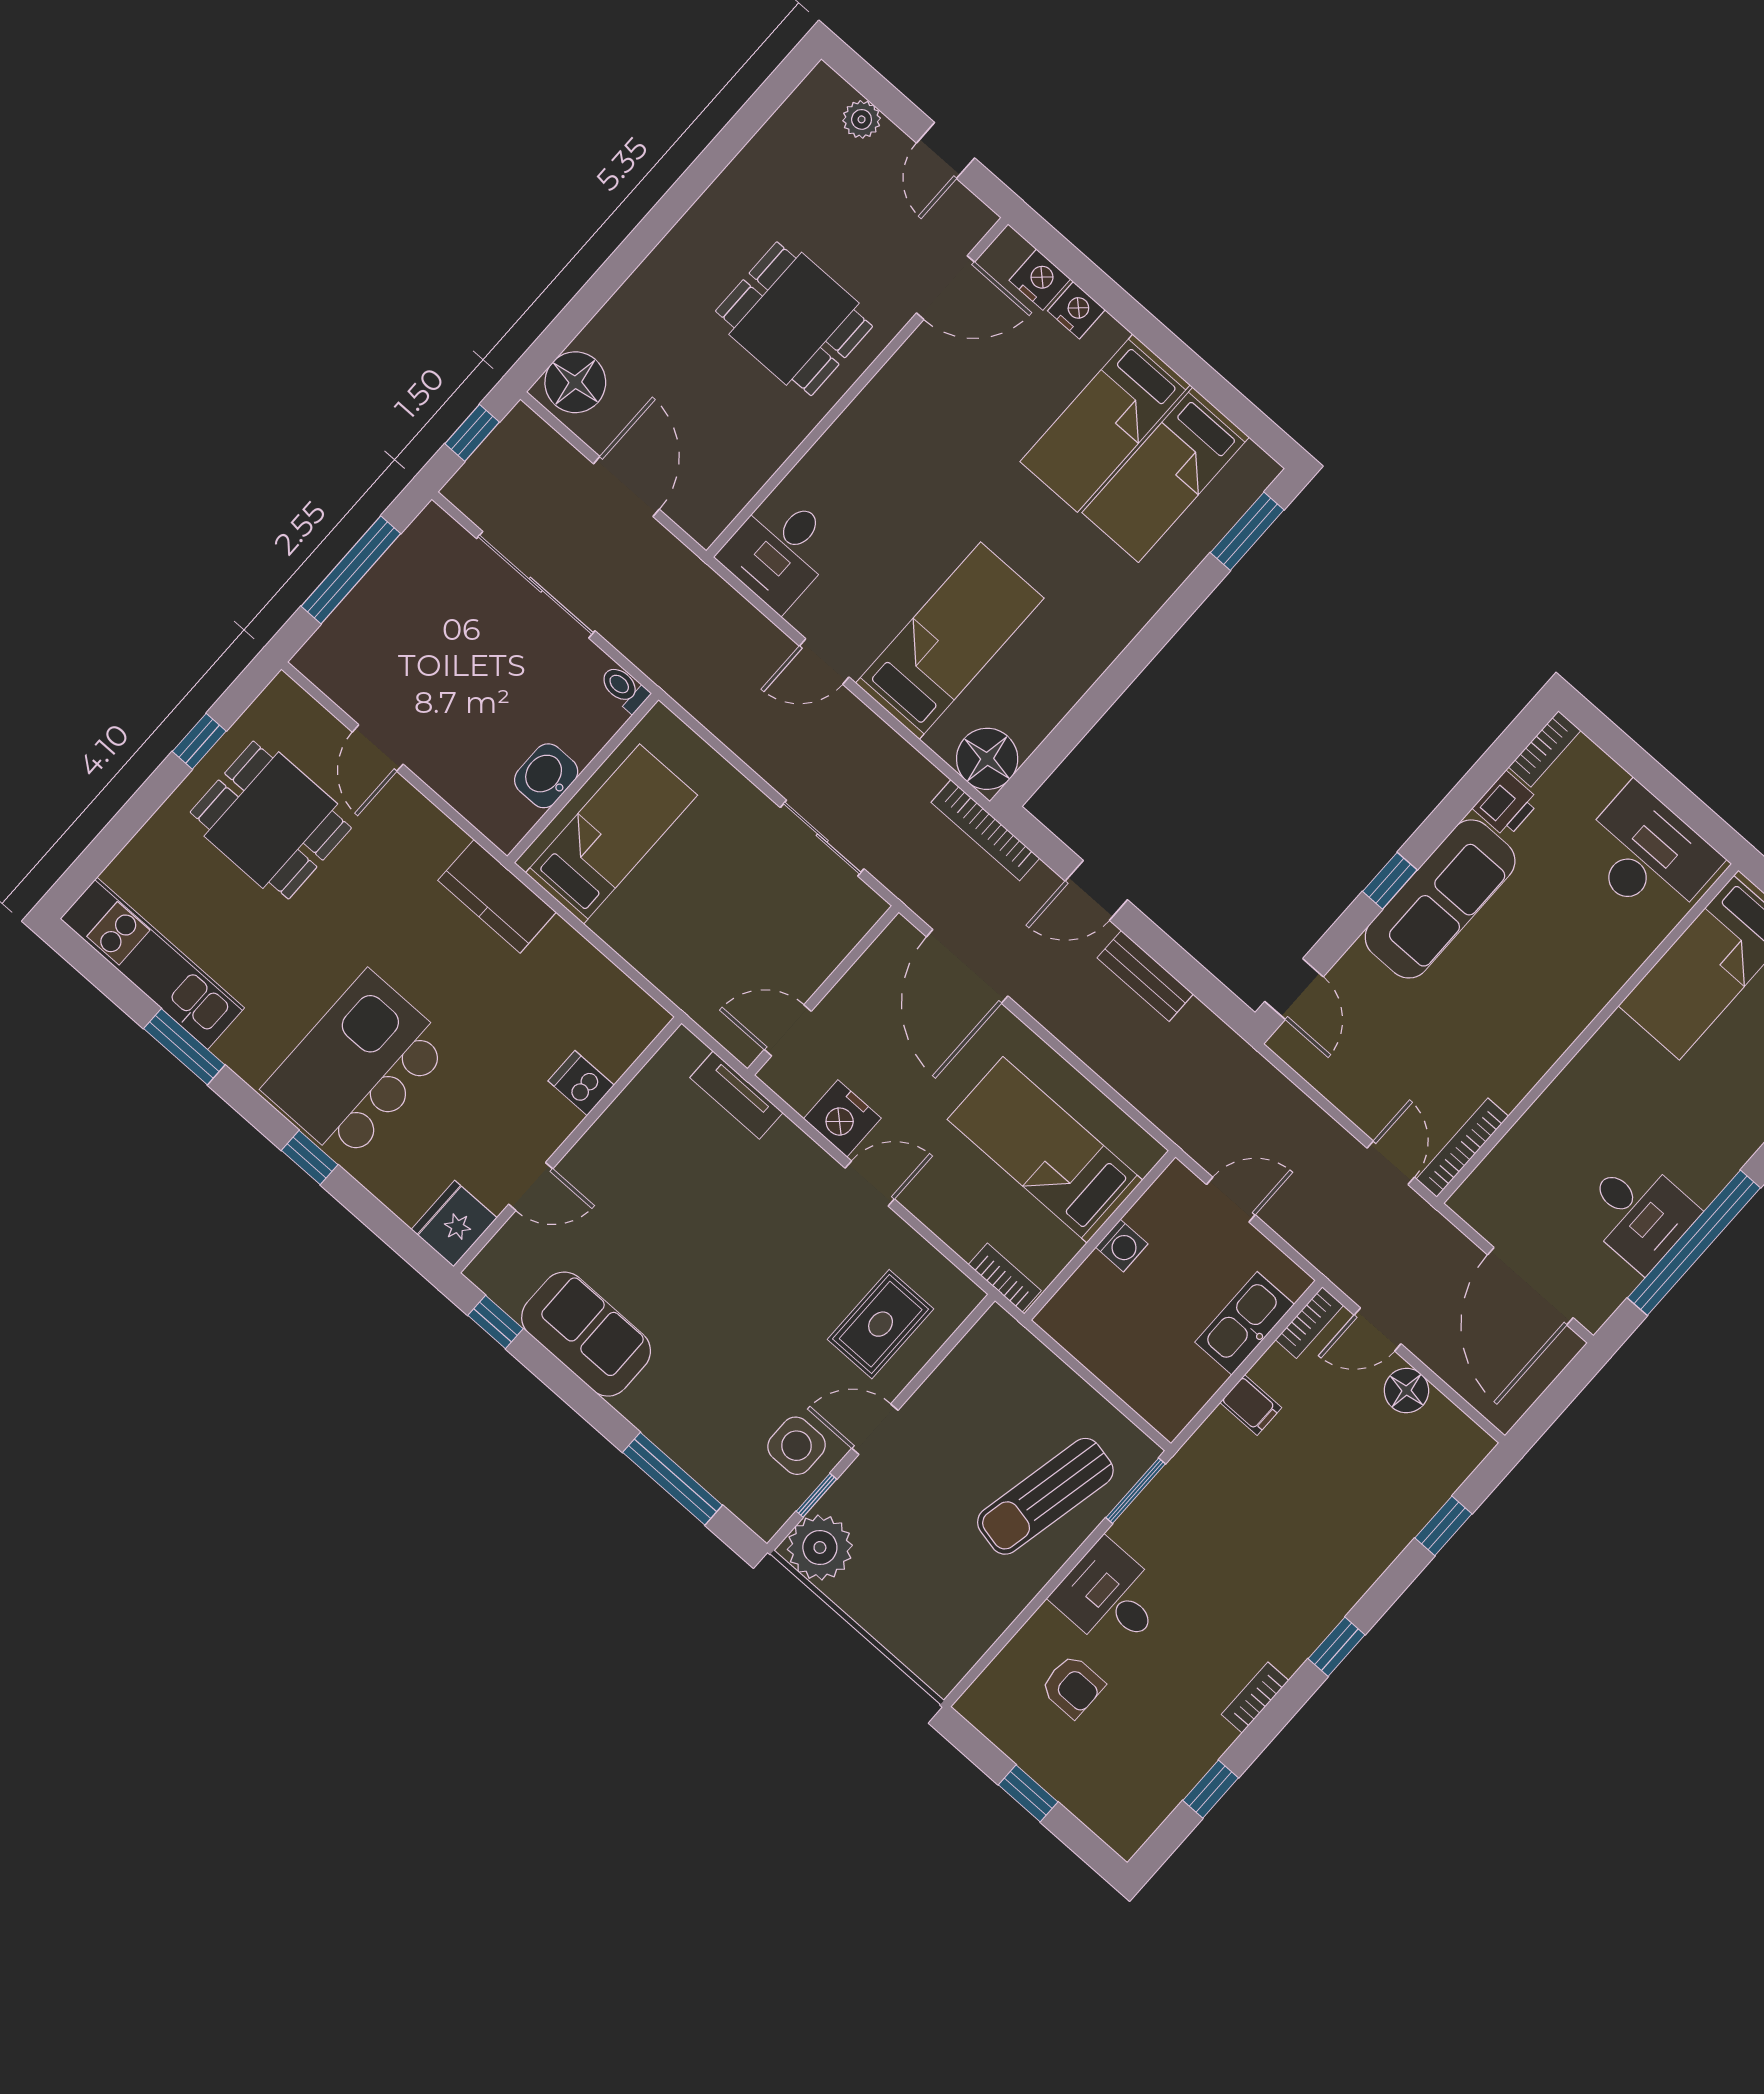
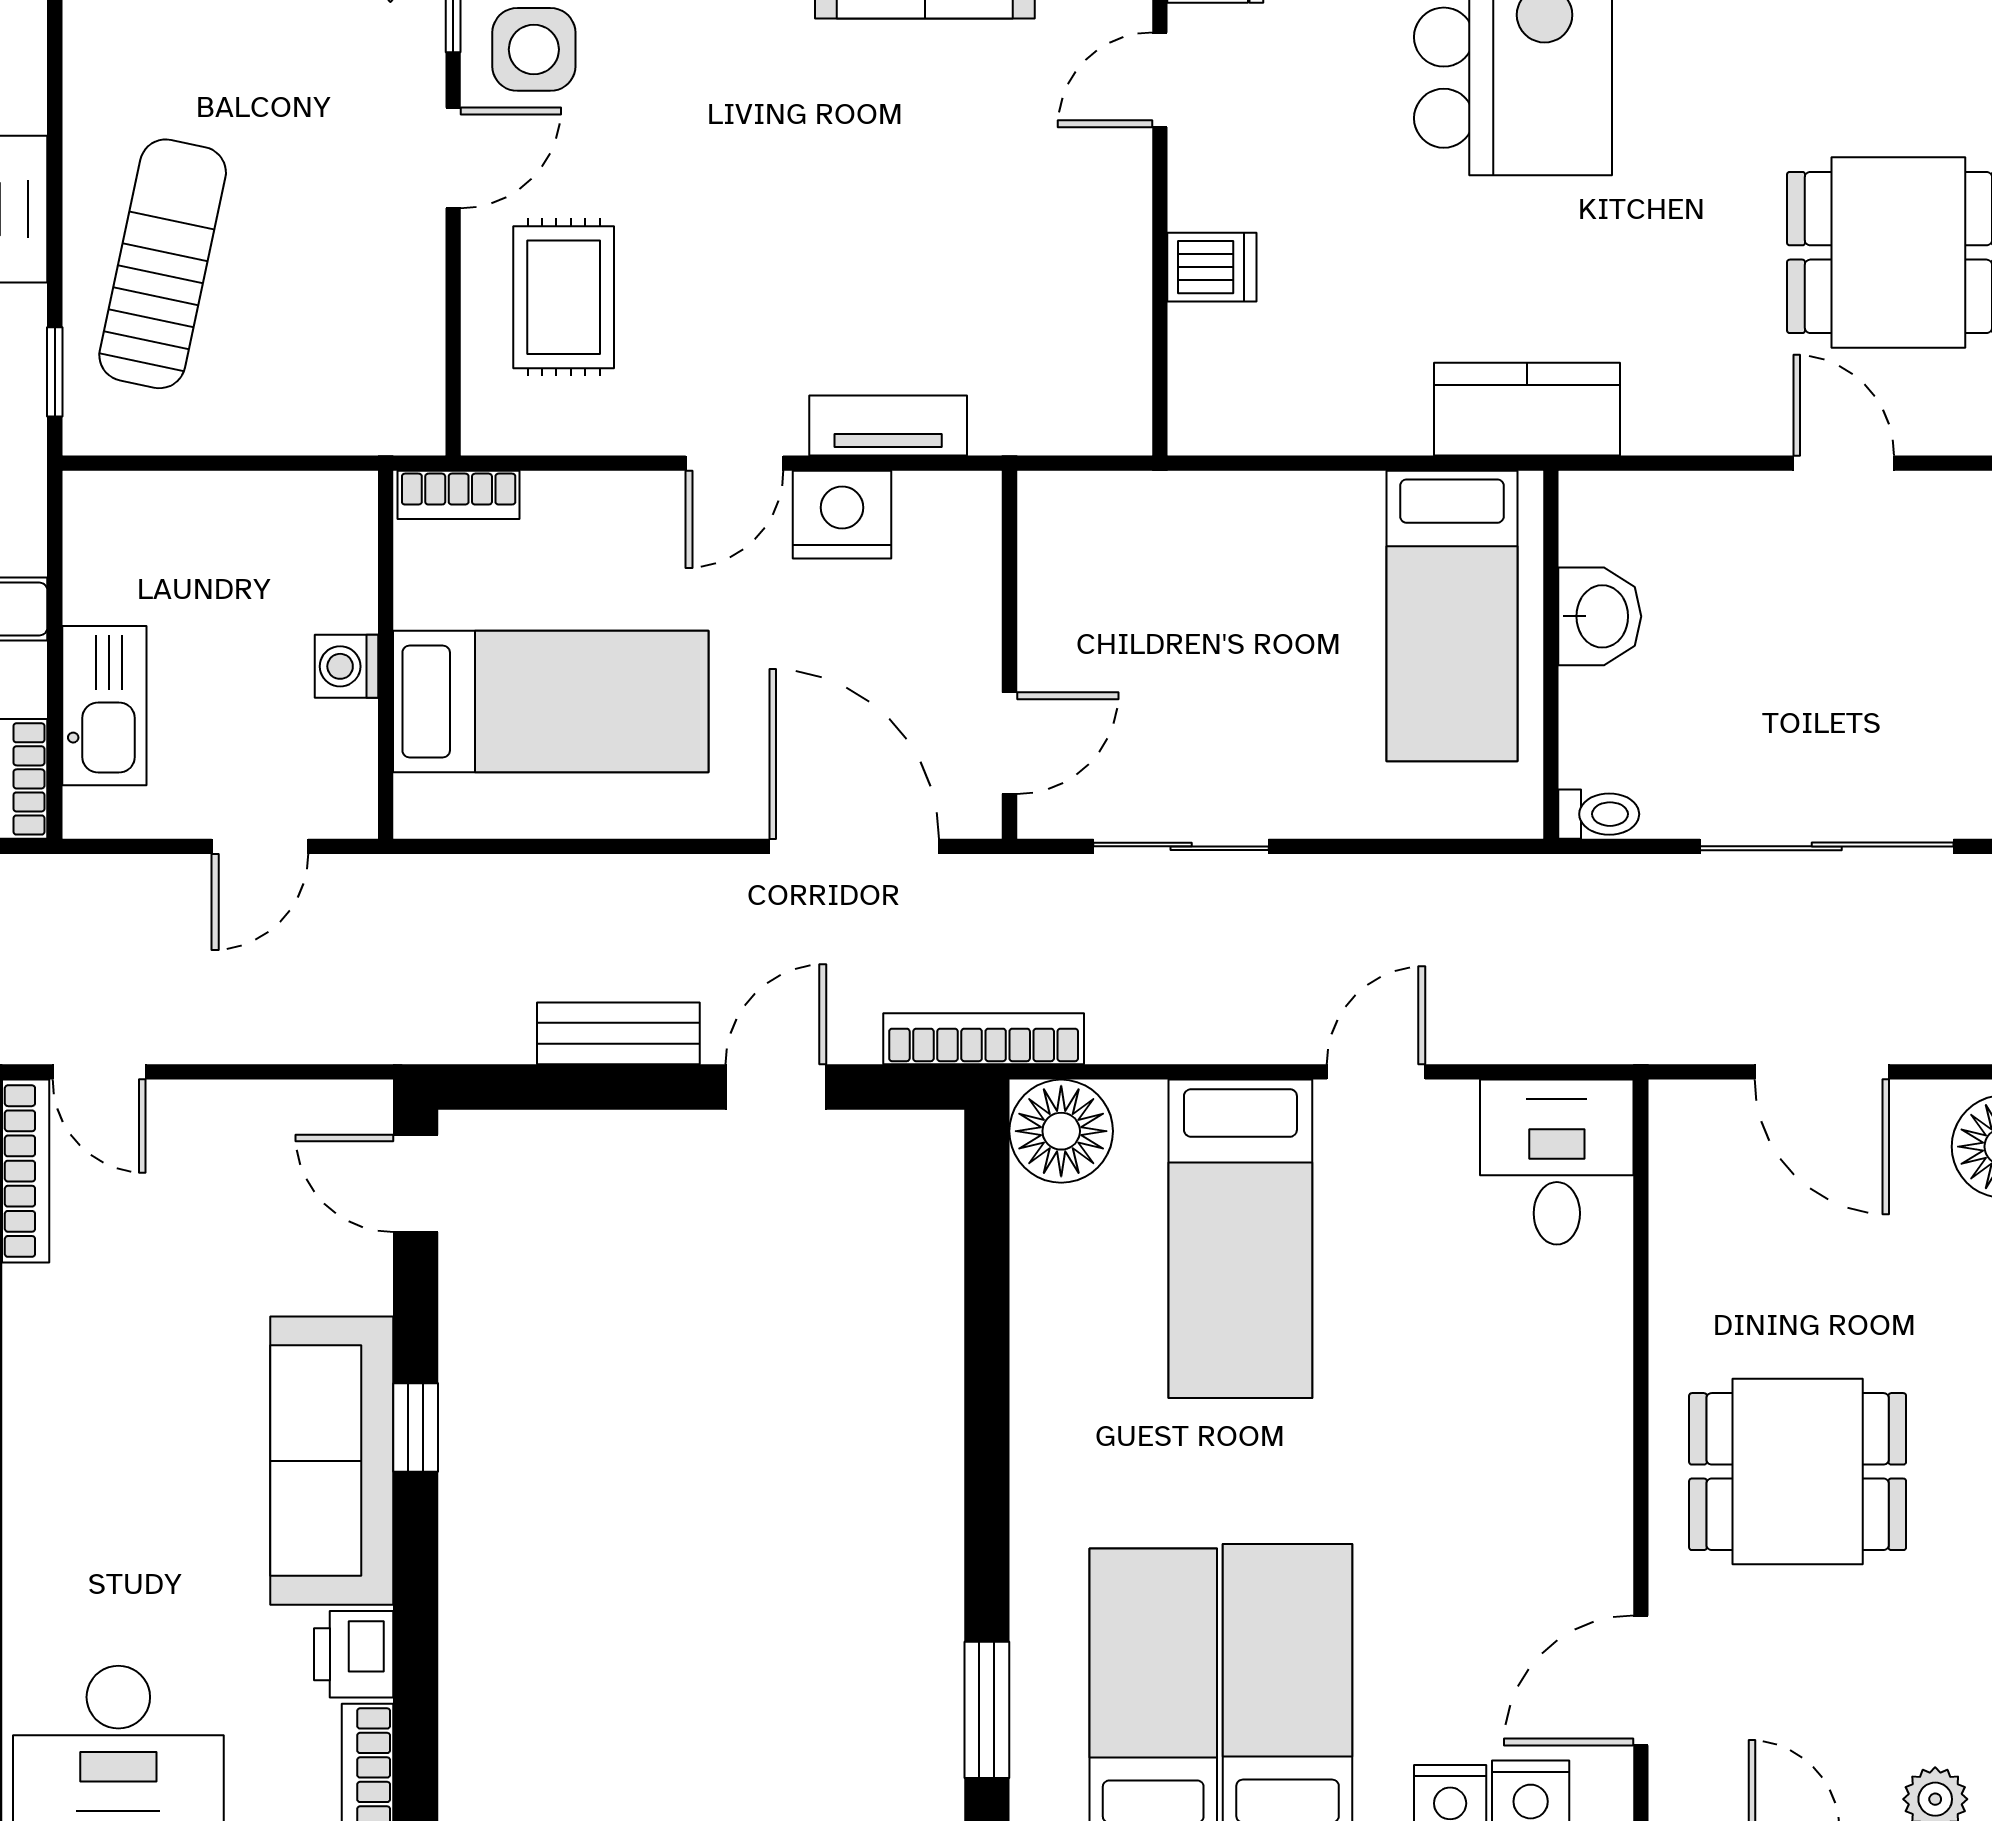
door: (788, 1030) -> (1009, 743), moved
tv unit: (736, 1095) -> (888, 425), moved
window: (1136, 1491) -> (55, 372), width x0.67

